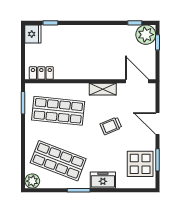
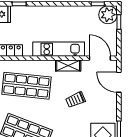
kitchen unit: (93, 72) -> (59, 49), added
door: (157, 124) -> (119, 82), moved

